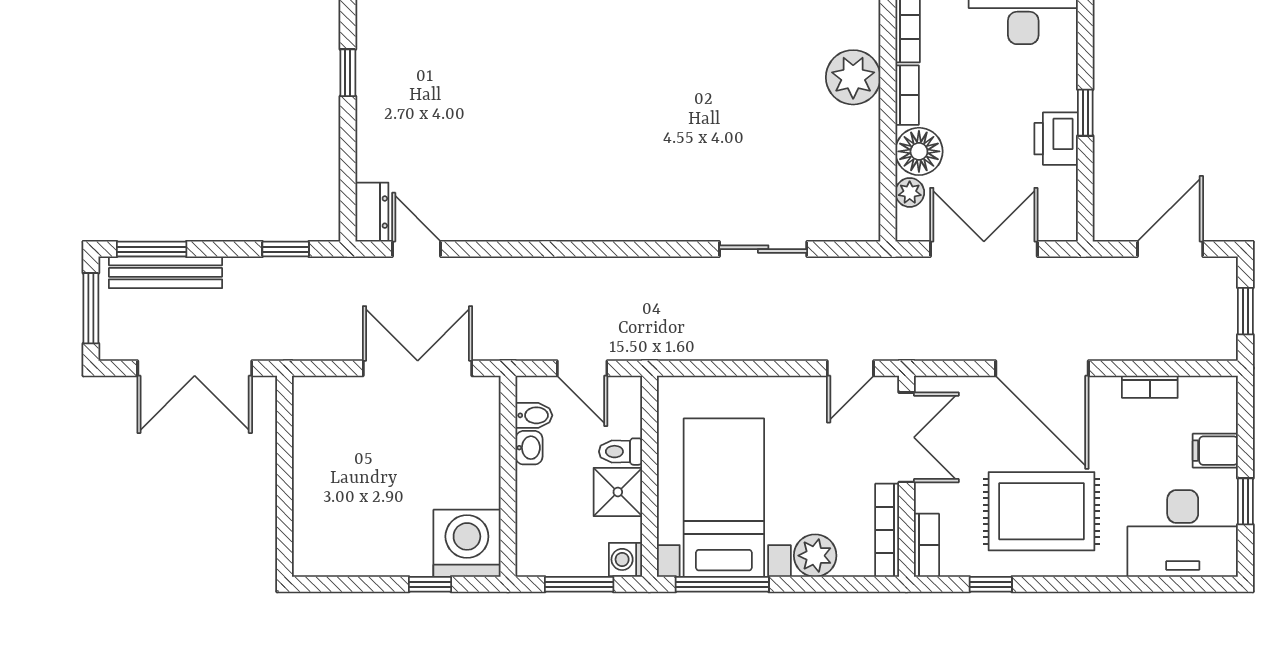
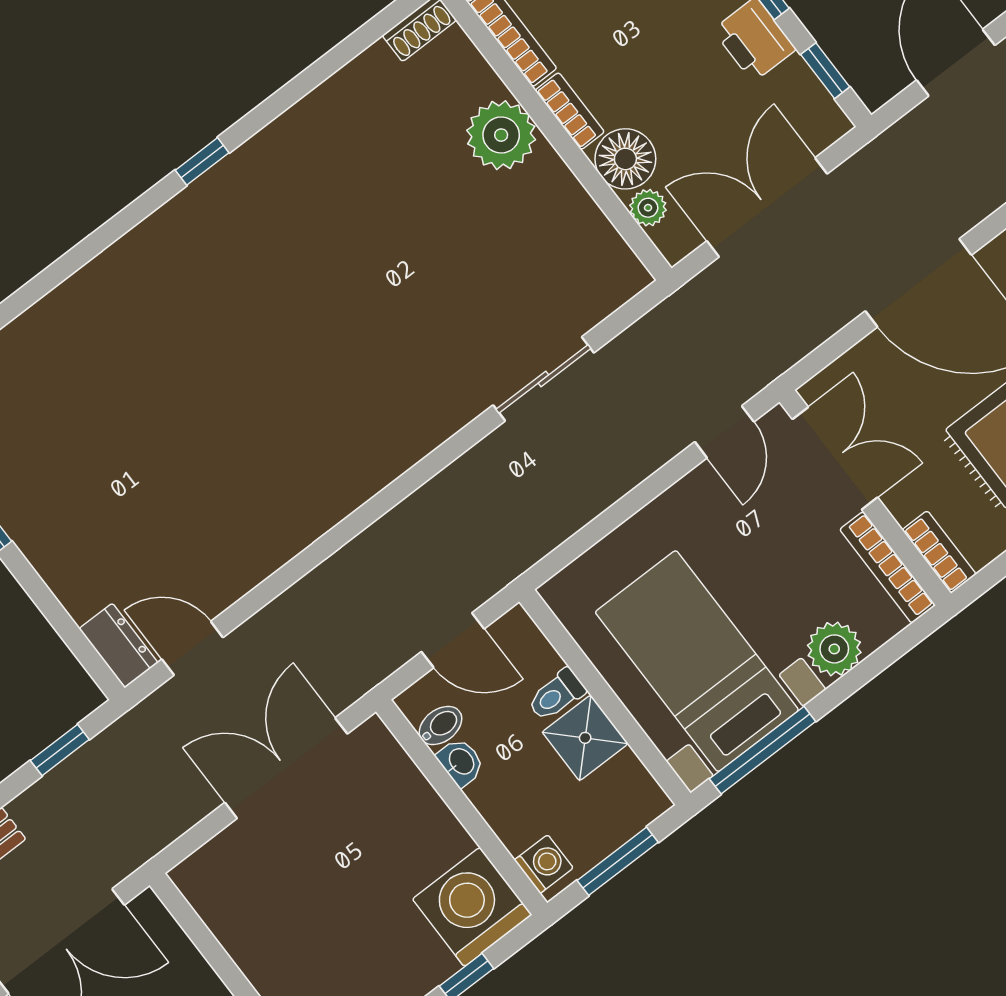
window: (1085, 192) -> (825, 71), added
washing machine: (625, 559) -> (544, 864), moved, turned 180

